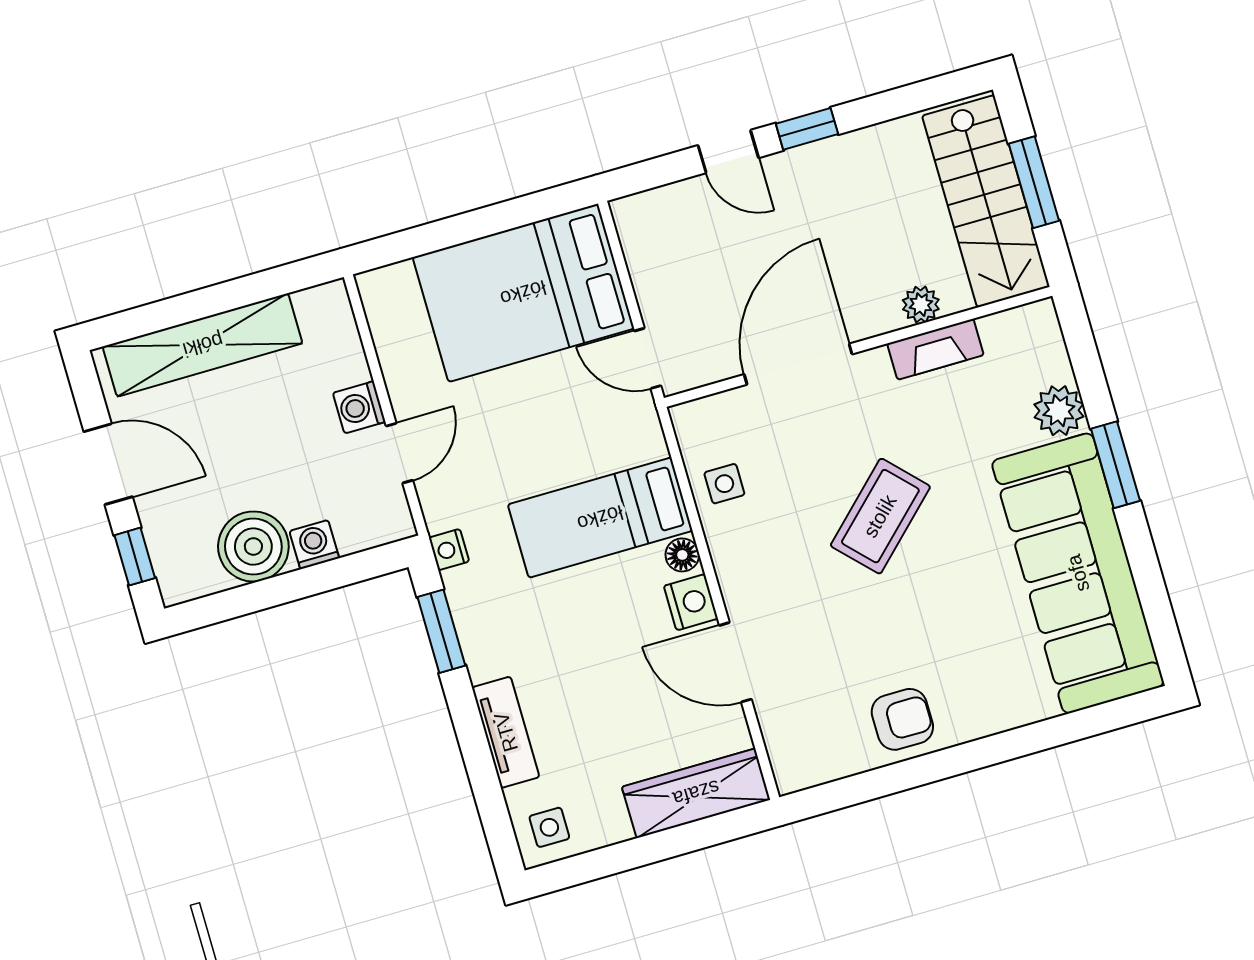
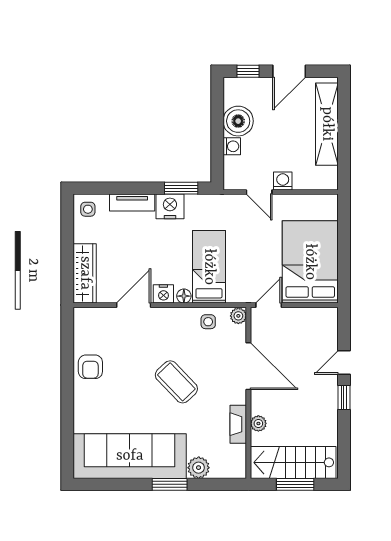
plant: (692, 420) -> (238, 316), added
nightstand: (449, 550) -> (170, 206), moved, width x1.89, depth x1.79

